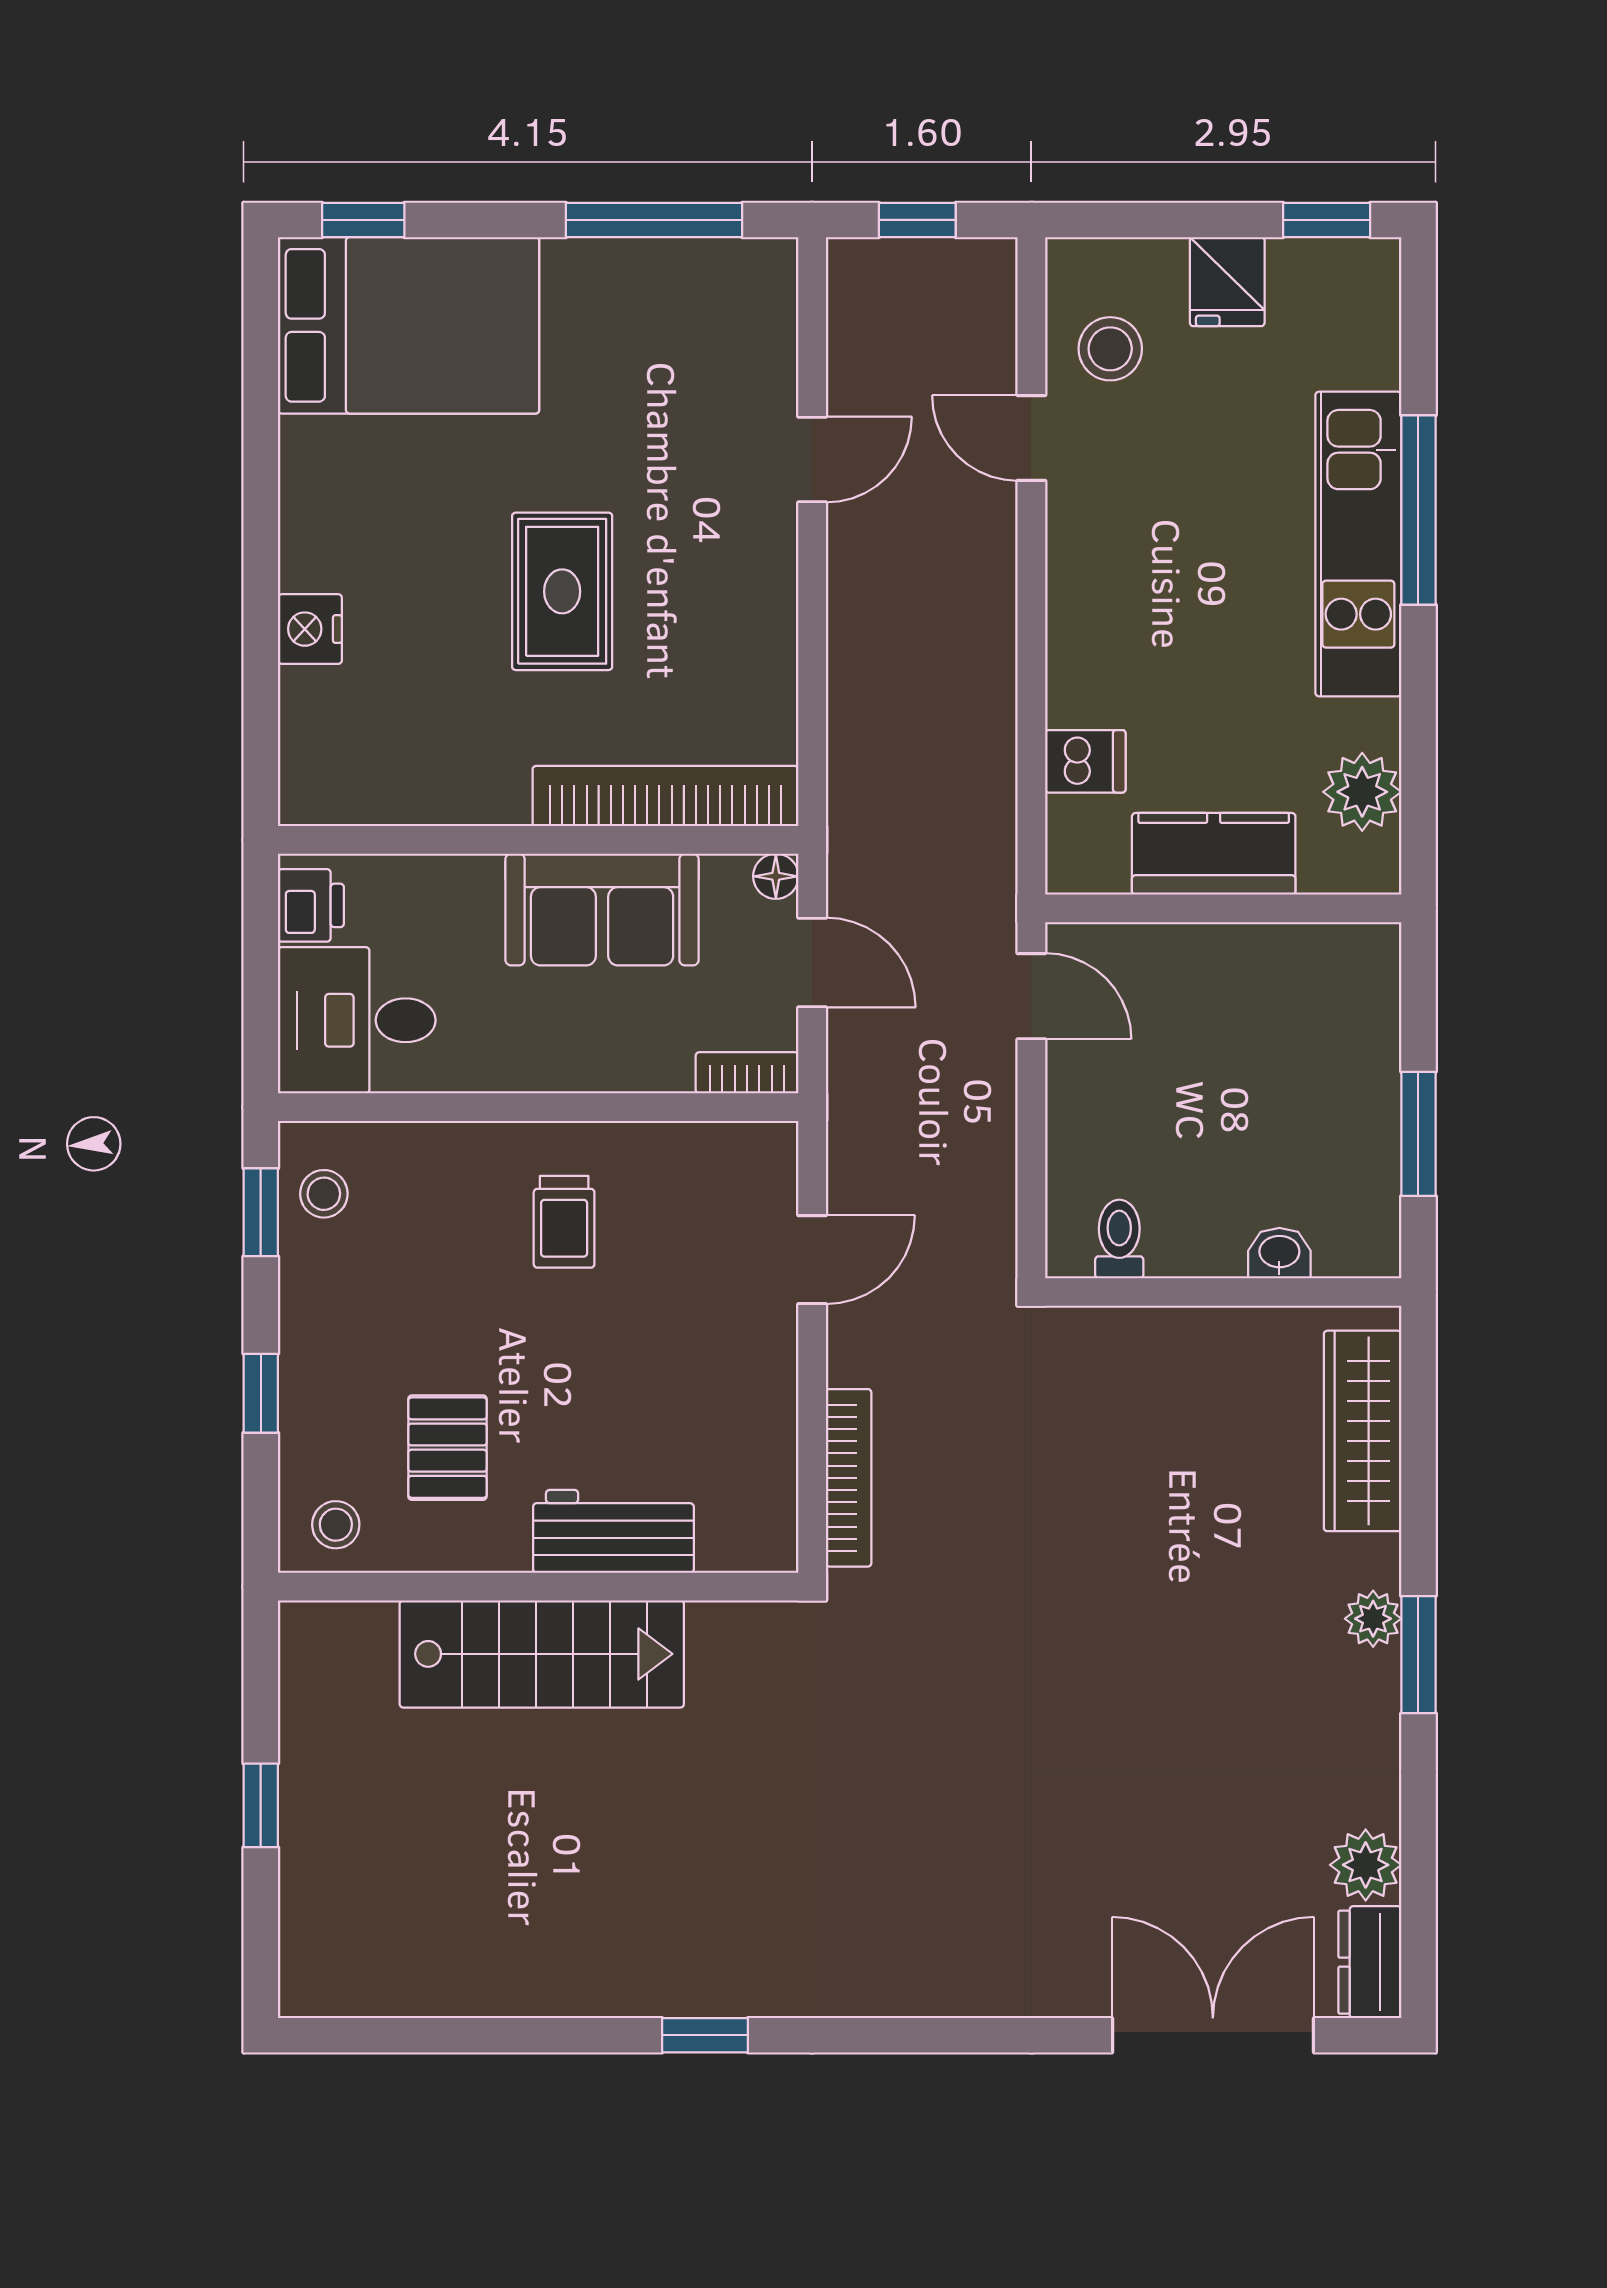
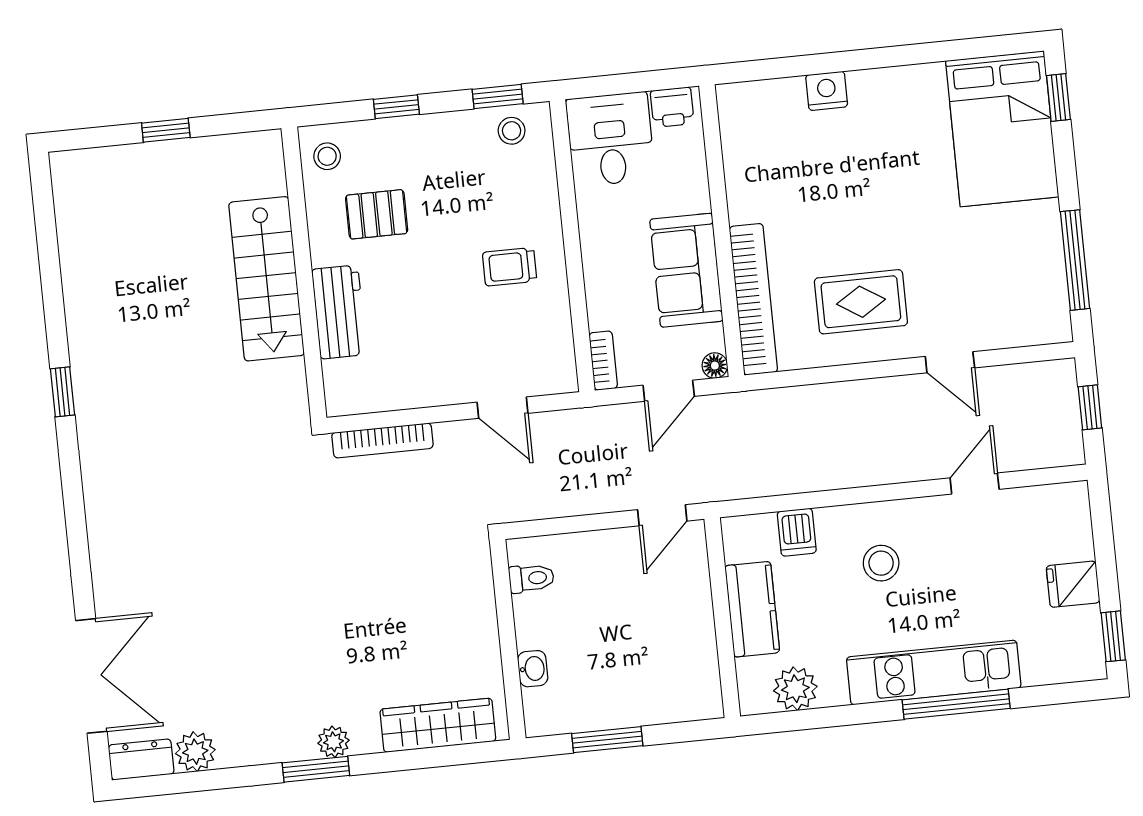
stool: (1110, 349) -> (881, 563), moved
rug: (562, 591) -> (861, 302), moved

